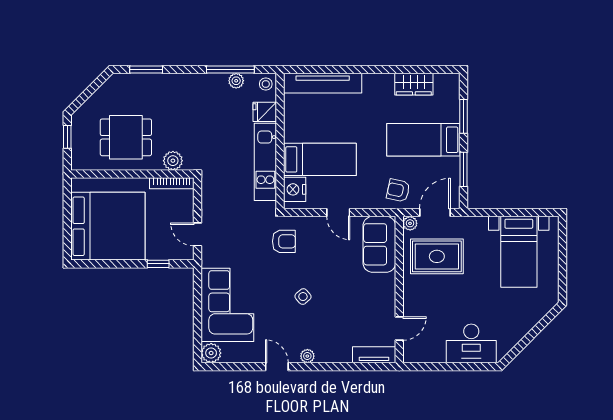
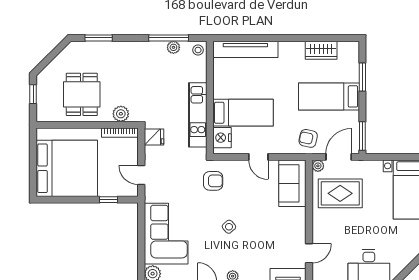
fridge: (265, 112) -> (154, 137), moved, turned 180
dining table: (126, 137) -> (82, 94), turned 90
window: (463, 169) -> (362, 136), moved

